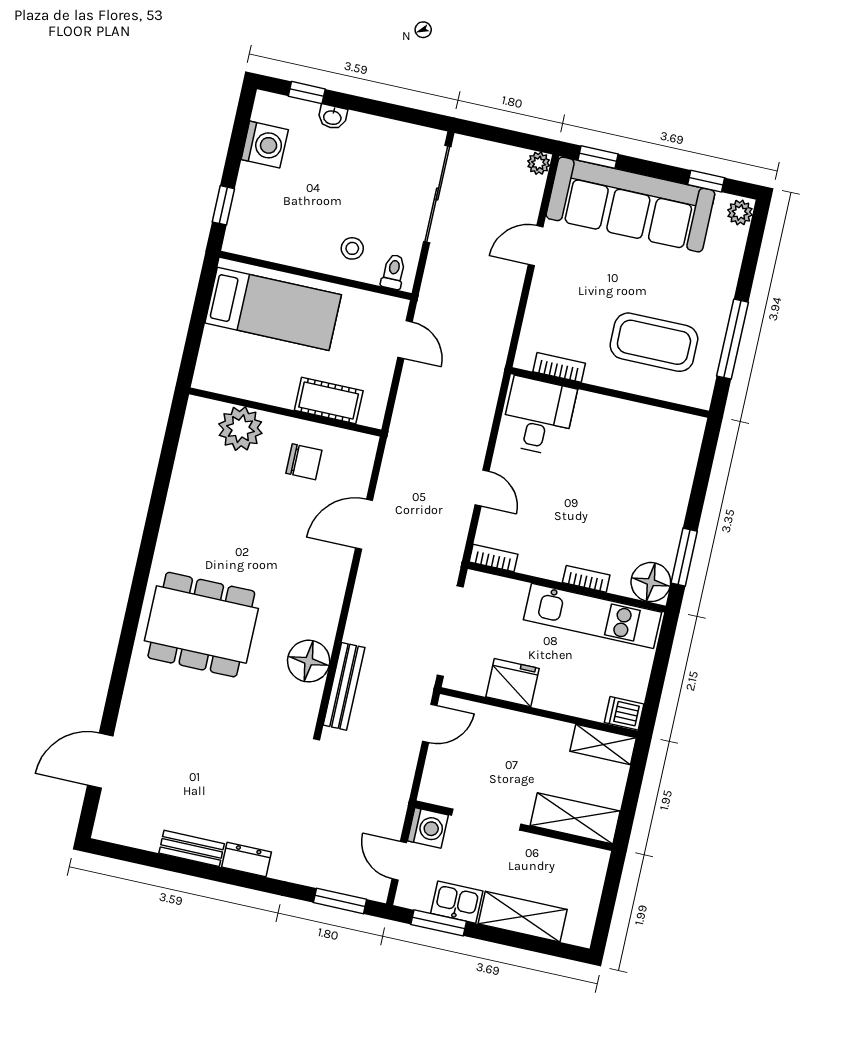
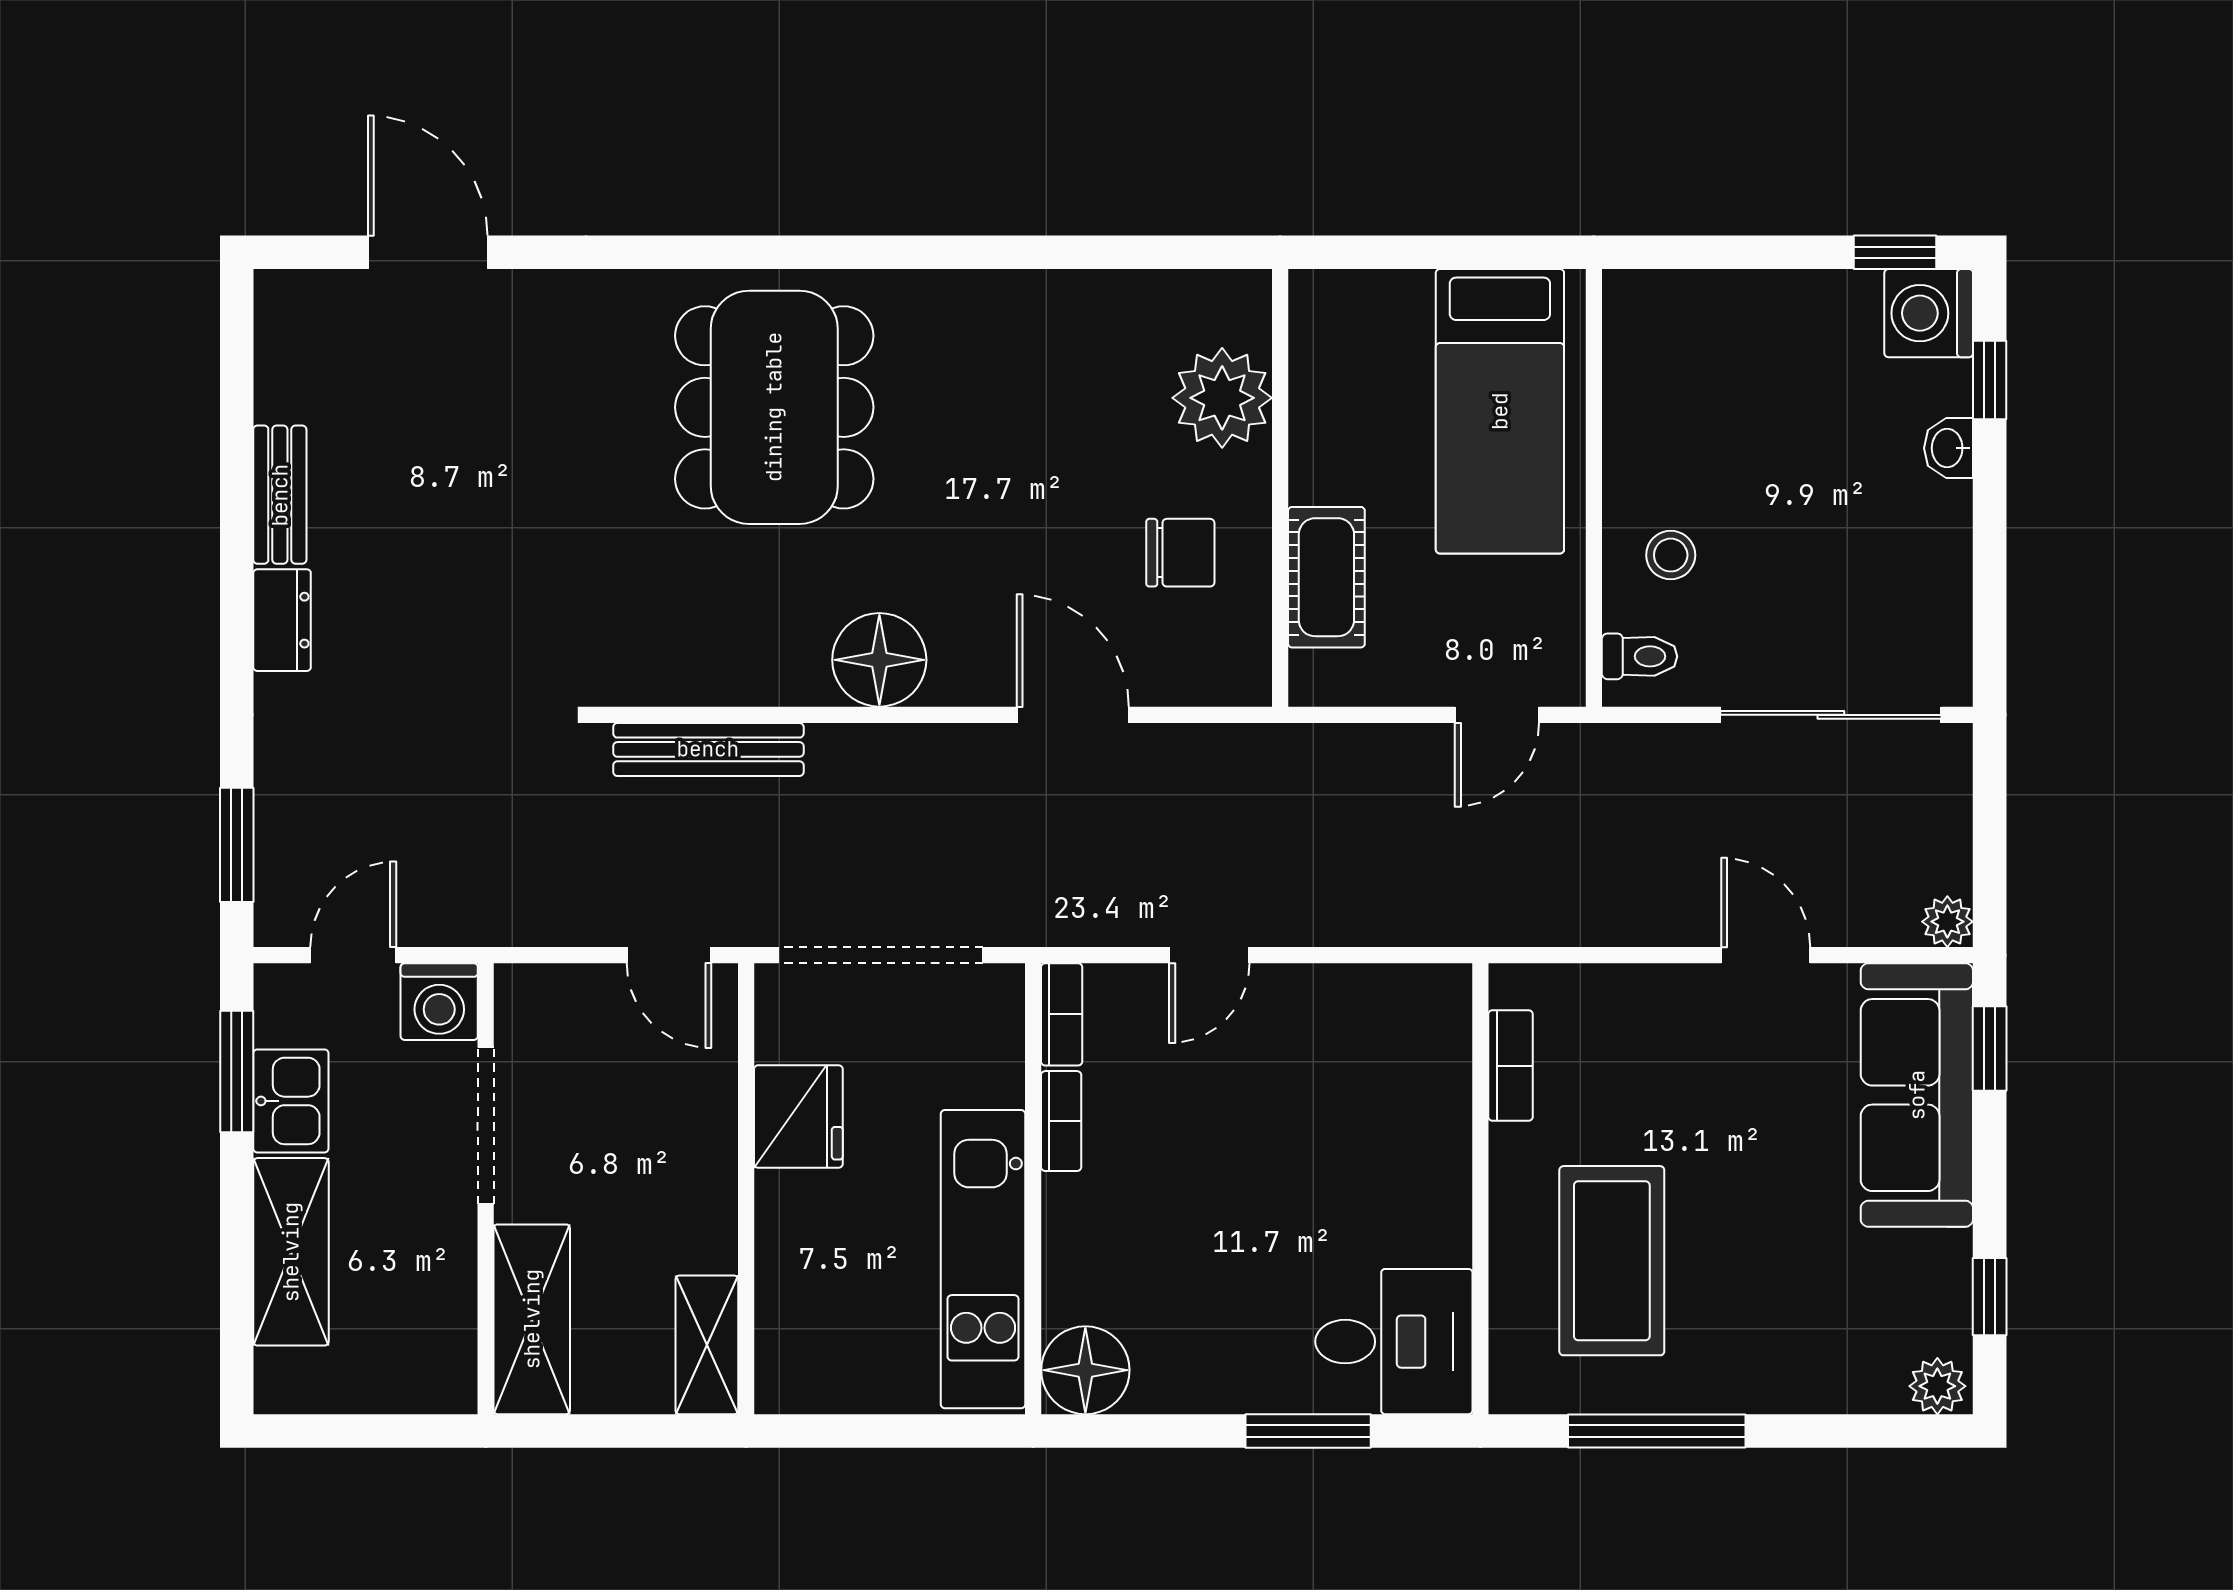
washing machine: (265, 145) -> (1929, 313), moved, turned 90
sofa: (630, 204) -> (1917, 1095), width x0.74, depth x0.79
window: (223, 205) -> (1895, 252), moved
desk: (538, 416) -> (1394, 1342), moved
chair: (304, 462) -> (1180, 553), turned -90
window: (684, 557) -> (1308, 1431), moved
bookcase: (586, 579) -> (1061, 1121), moved
floor lamp: (309, 661) -> (879, 660), moved
dishwasher: (624, 713) -> (786, 1376), removed

